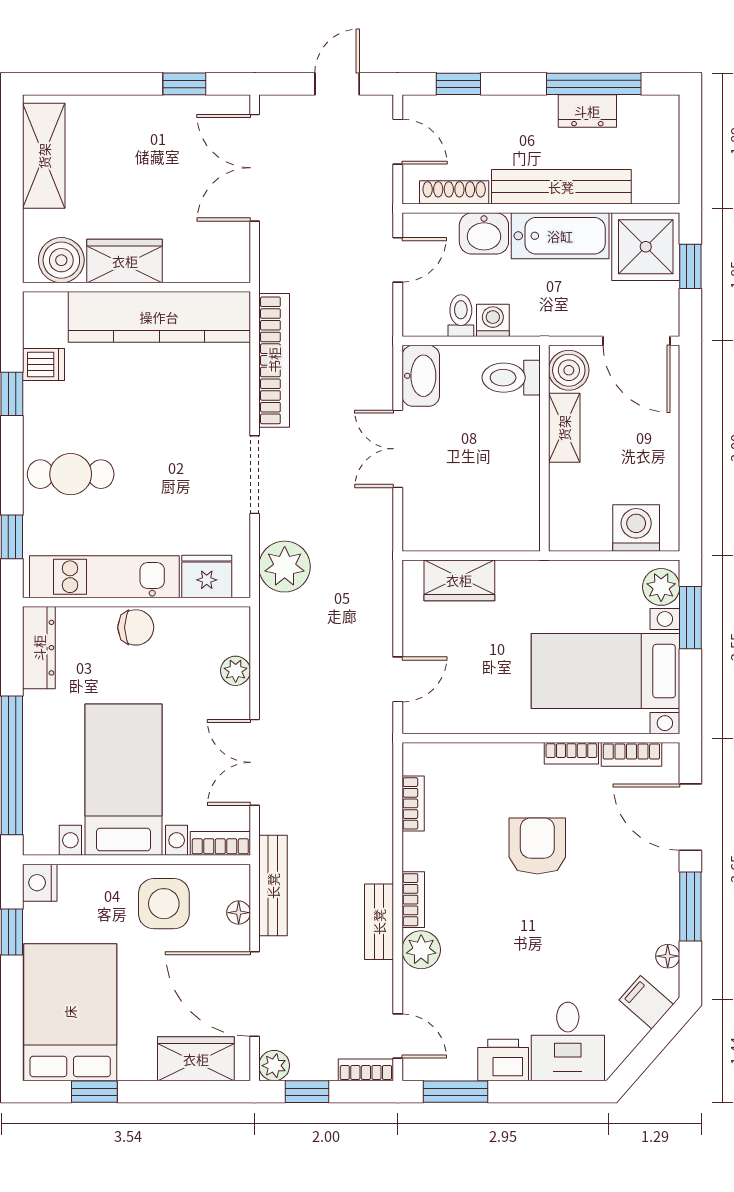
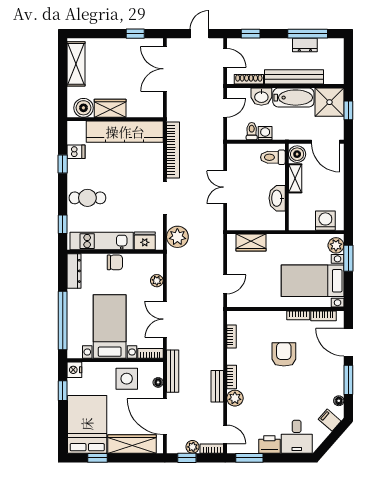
washbasin: (421, 376) -> (277, 198), moved, turned 180
wardrobe: (196, 1059) -> (132, 444), width x1.50
plant: (274, 1066) -> (192, 447), moved

